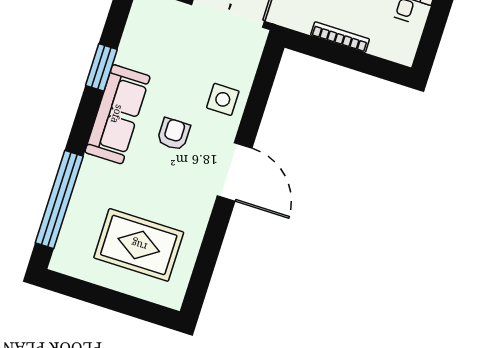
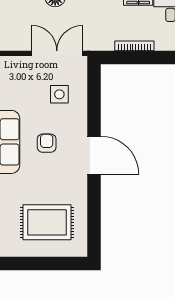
side table: (223, 99) -> (59, 94), moved

